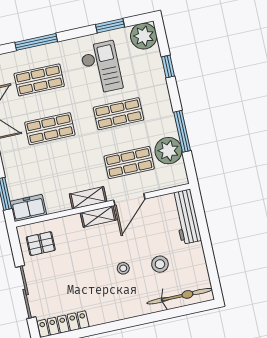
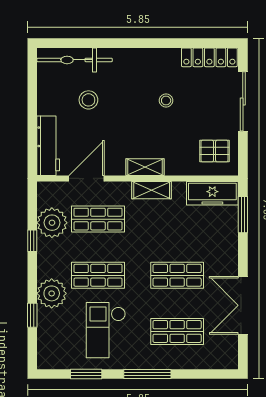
plant: (144, 36) -> (52, 293), moved
window: (36, 42) -> (147, 374), moved
window: (182, 131) -> (32, 241), width x0.46
door: (129, 199) -> (87, 178), moved
freezer: (28, 208) -> (212, 193), width x1.40
stool: (123, 268) -> (166, 100), moved

